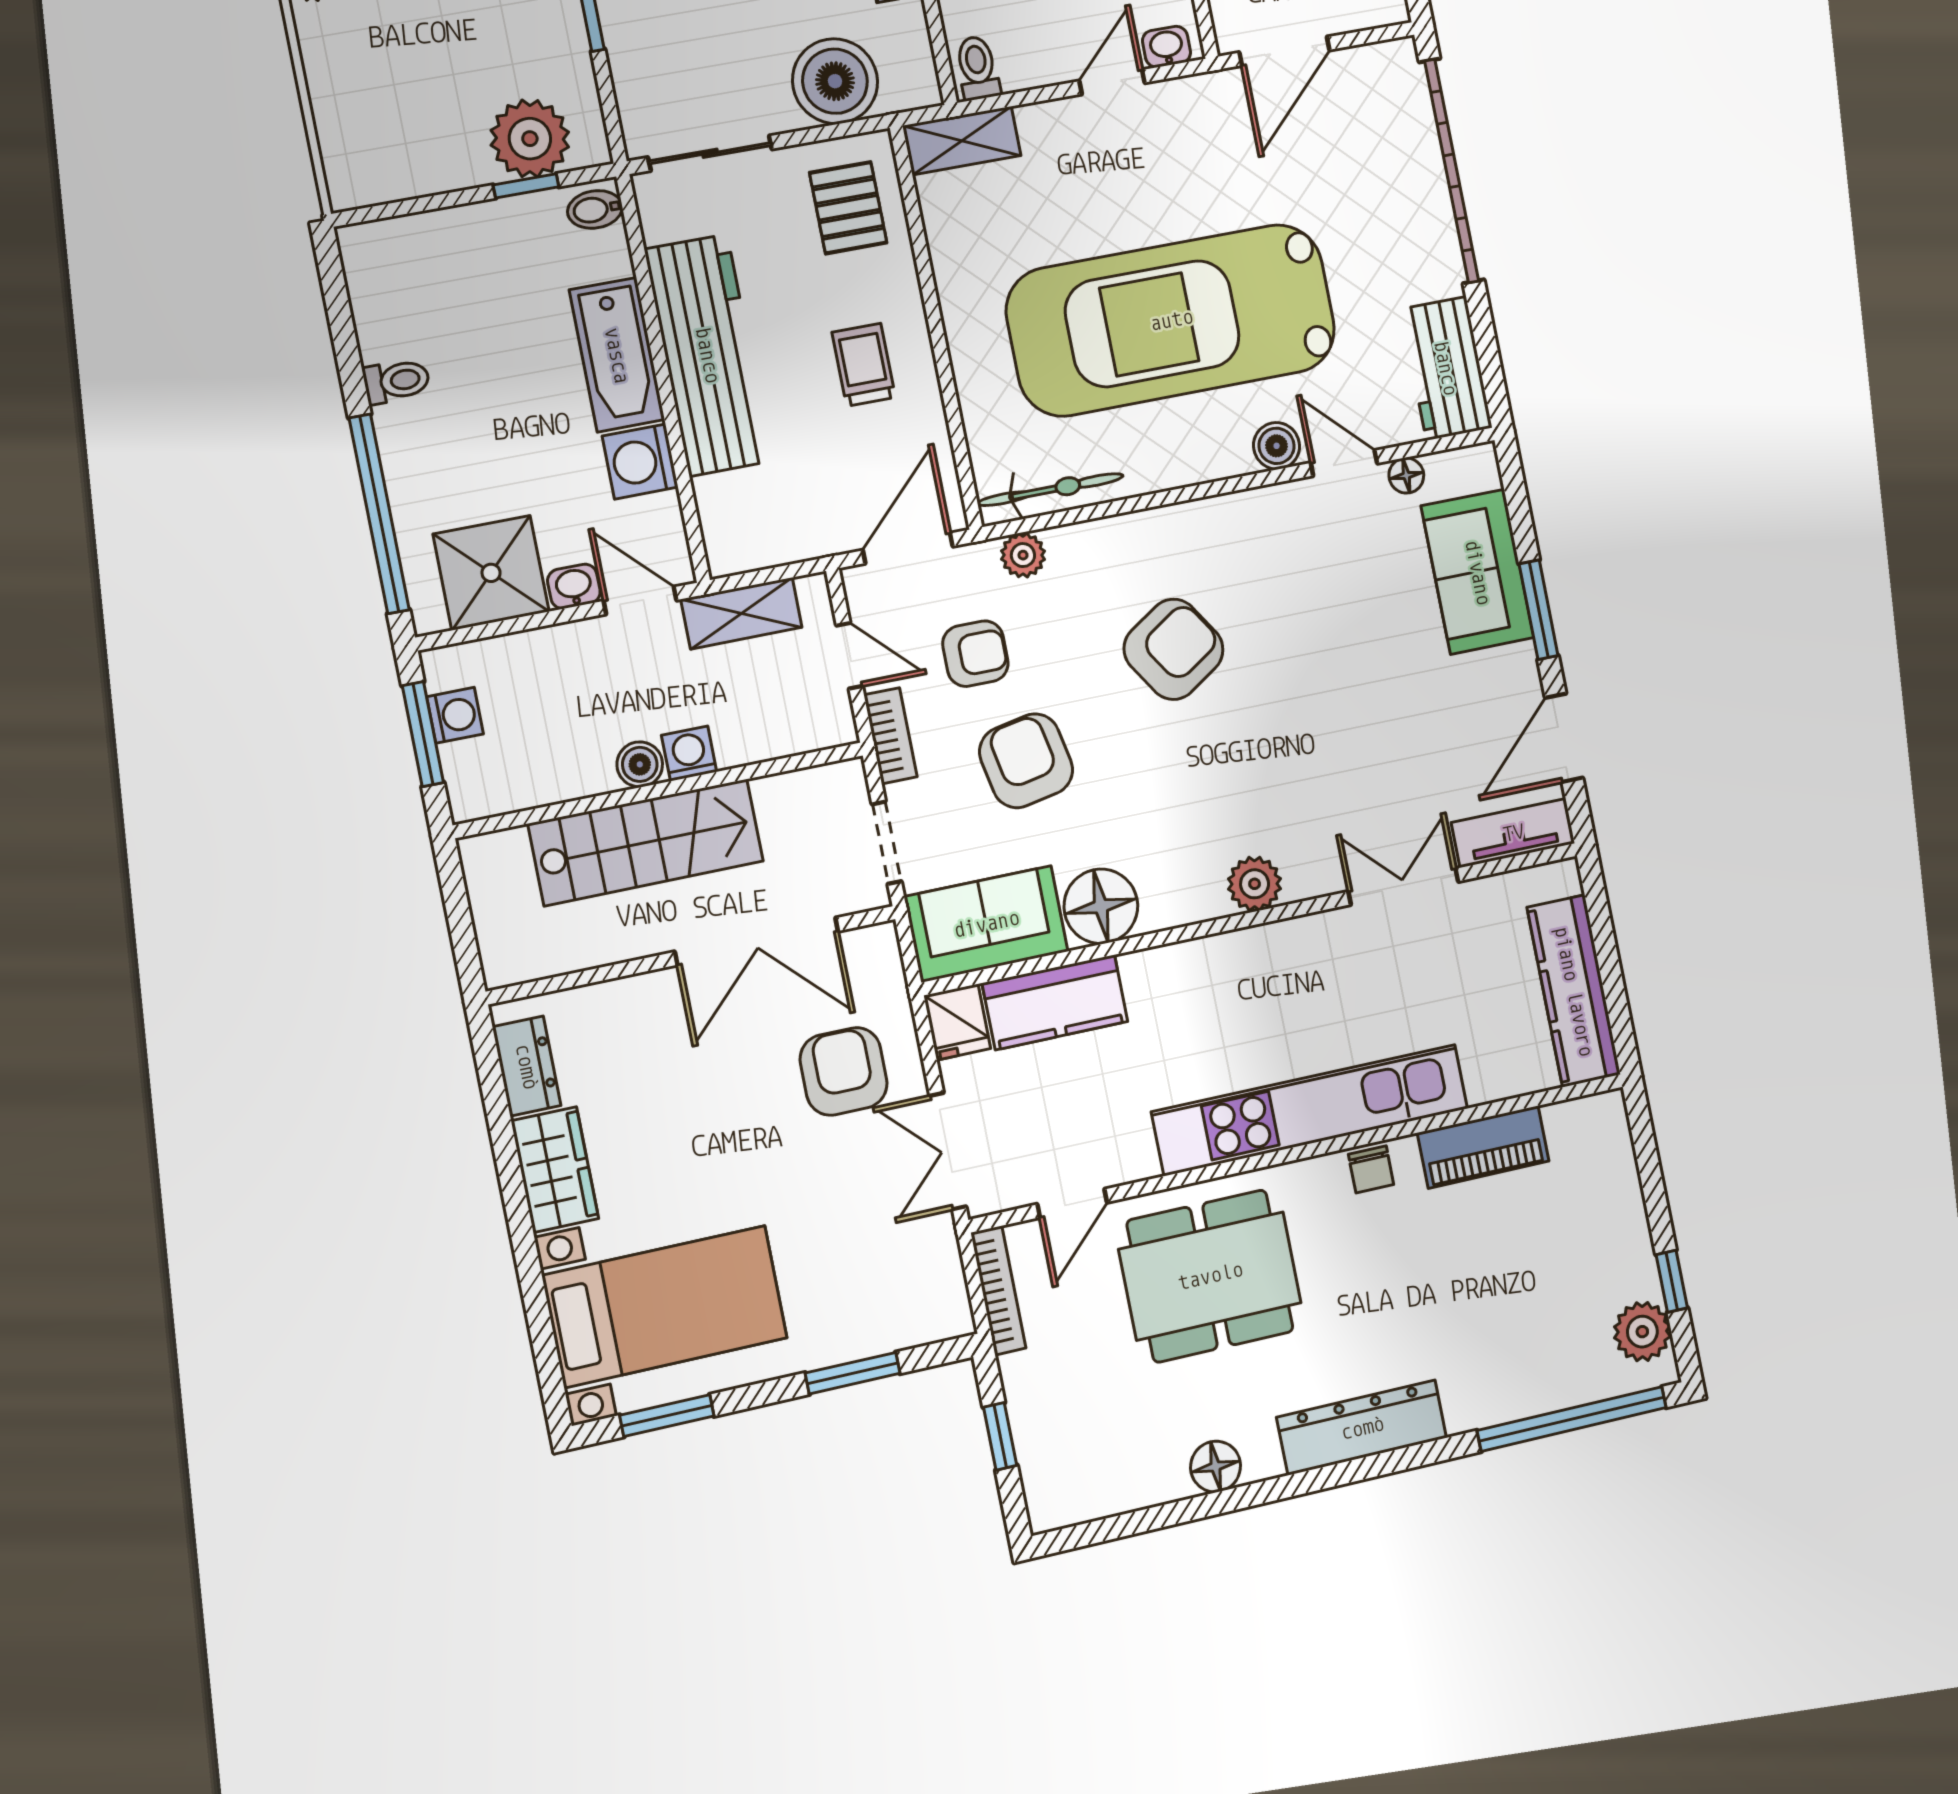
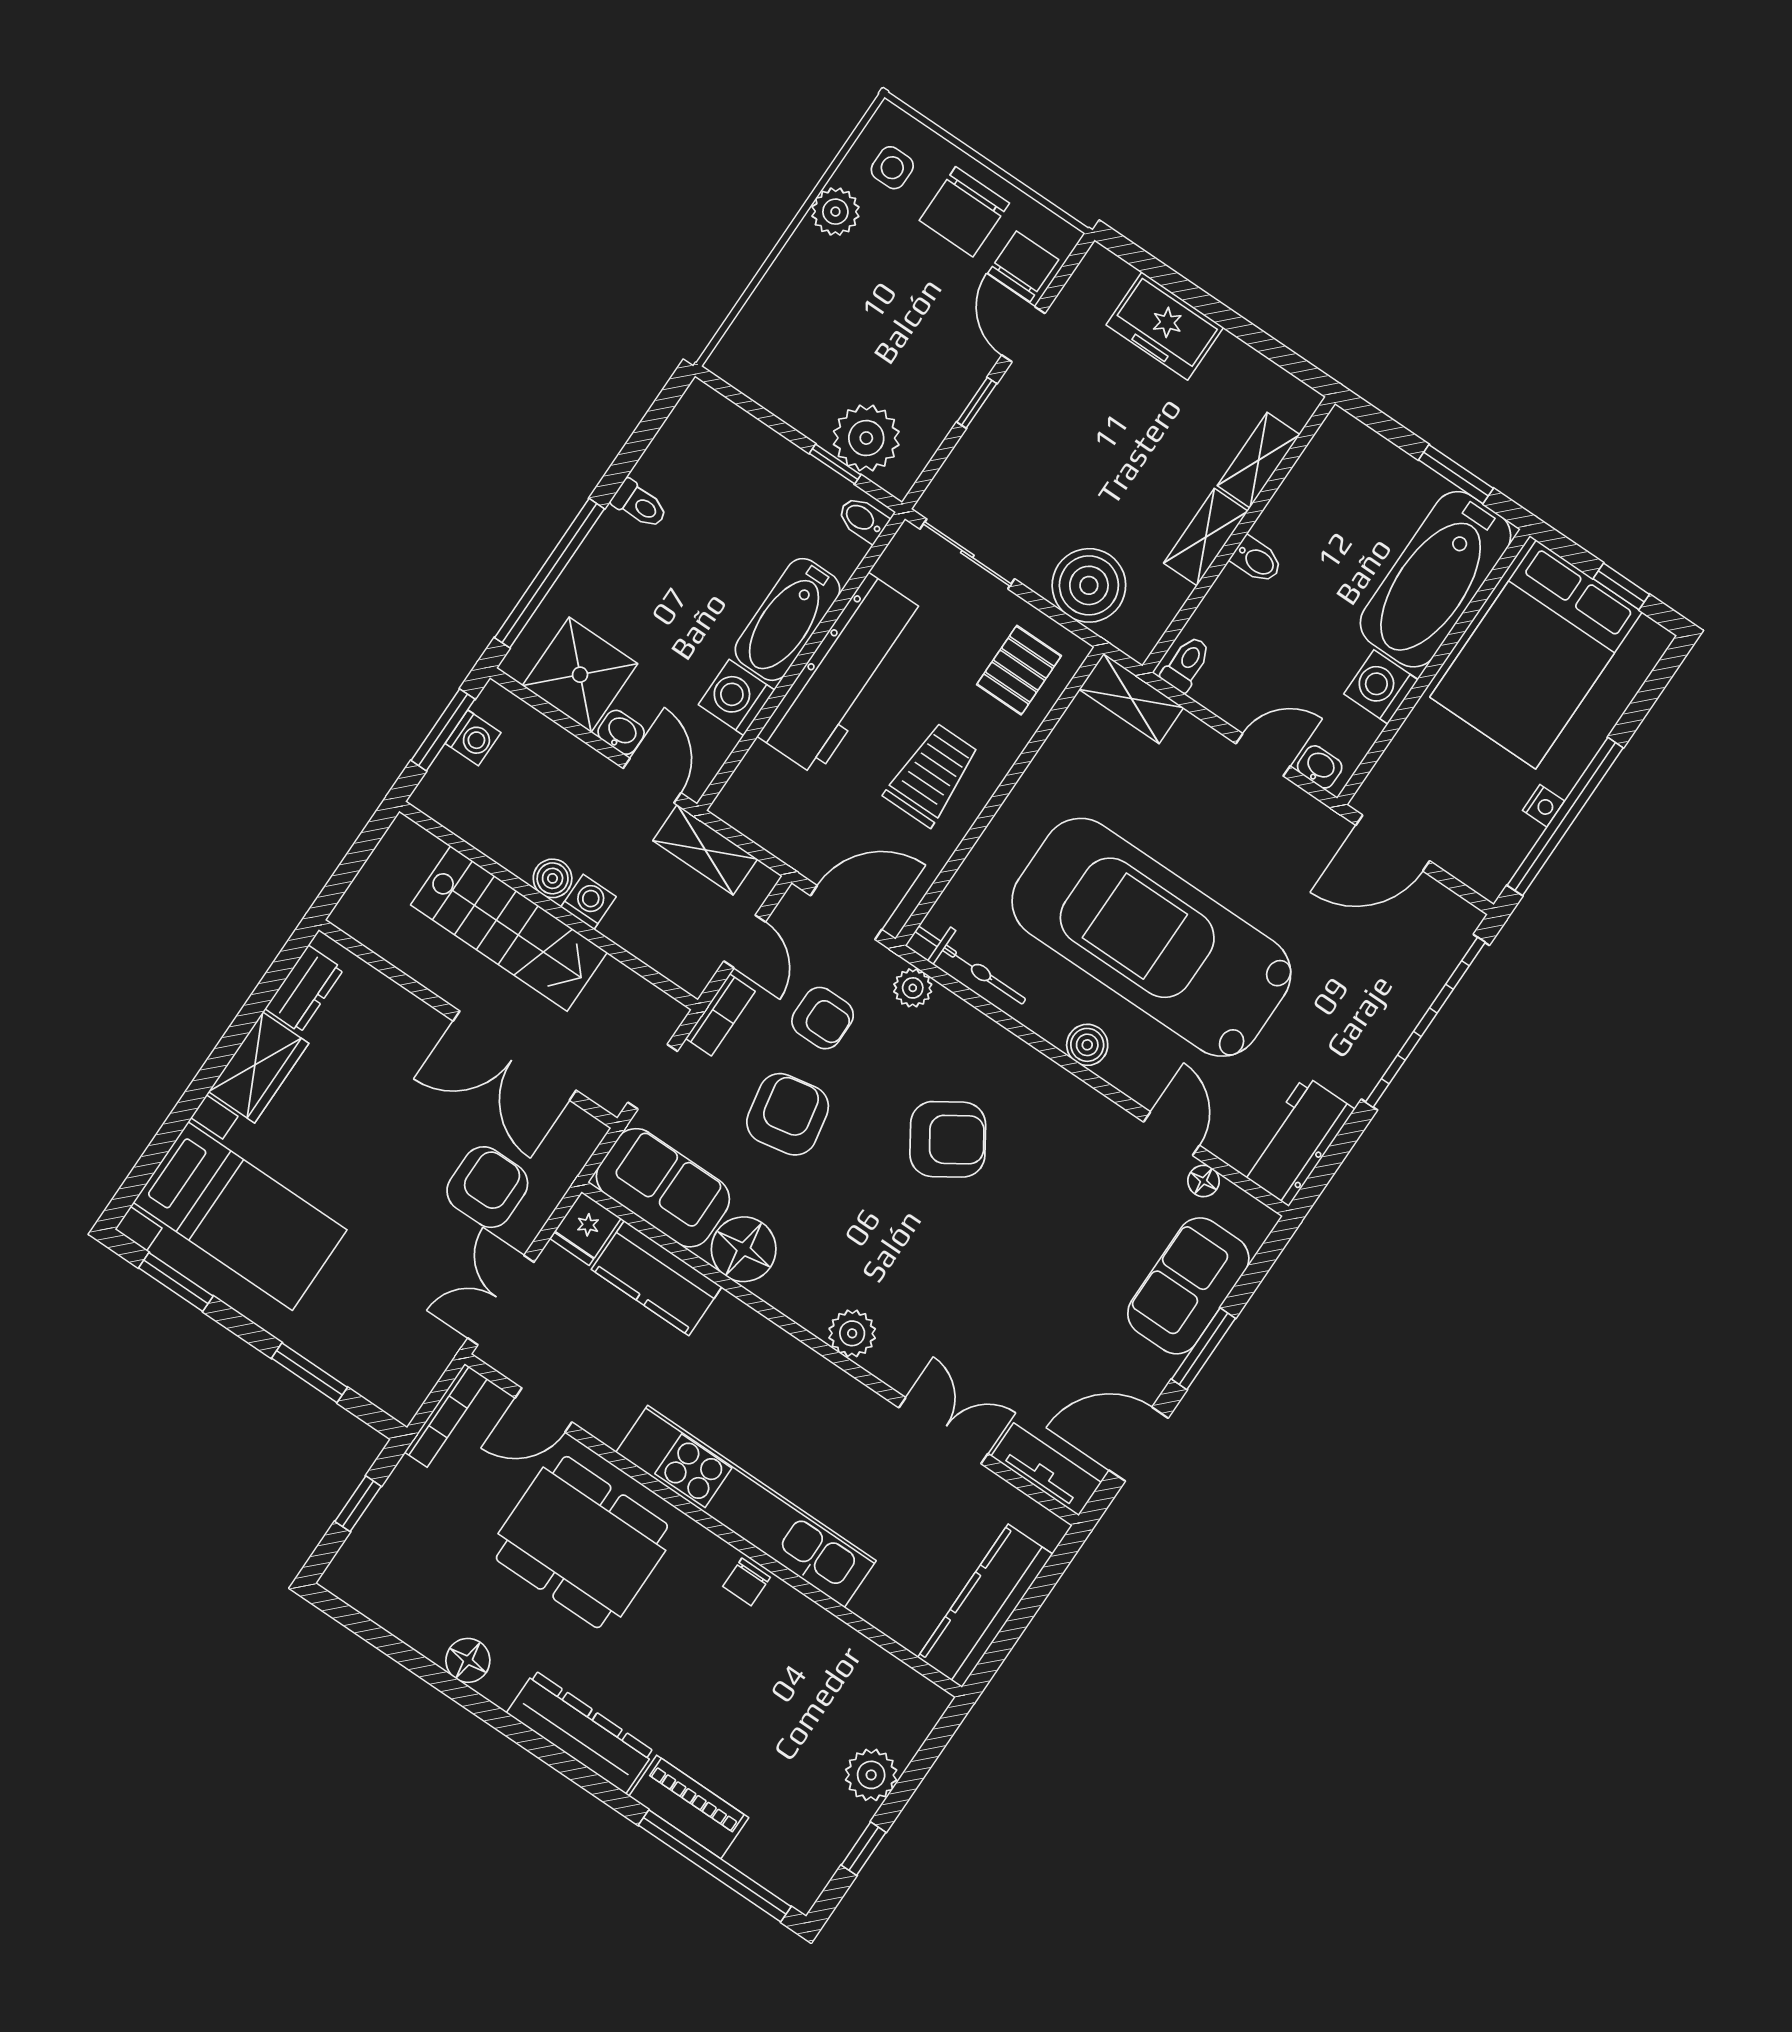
trolley: (864, 365) -> (932, 775), width x1.36, depth x1.39
boiler: (1277, 446) -> (1087, 1045), moved
piano: (1483, 1147) -> (689, 1807), moved, turned 180
plant: (1642, 1332) -> (871, 1775), moved

